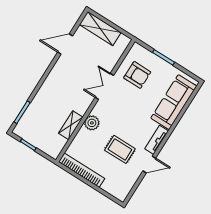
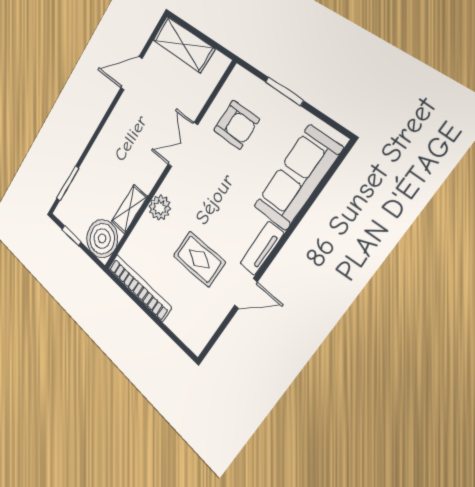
boiler: (52, 144) -> (102, 239), added

